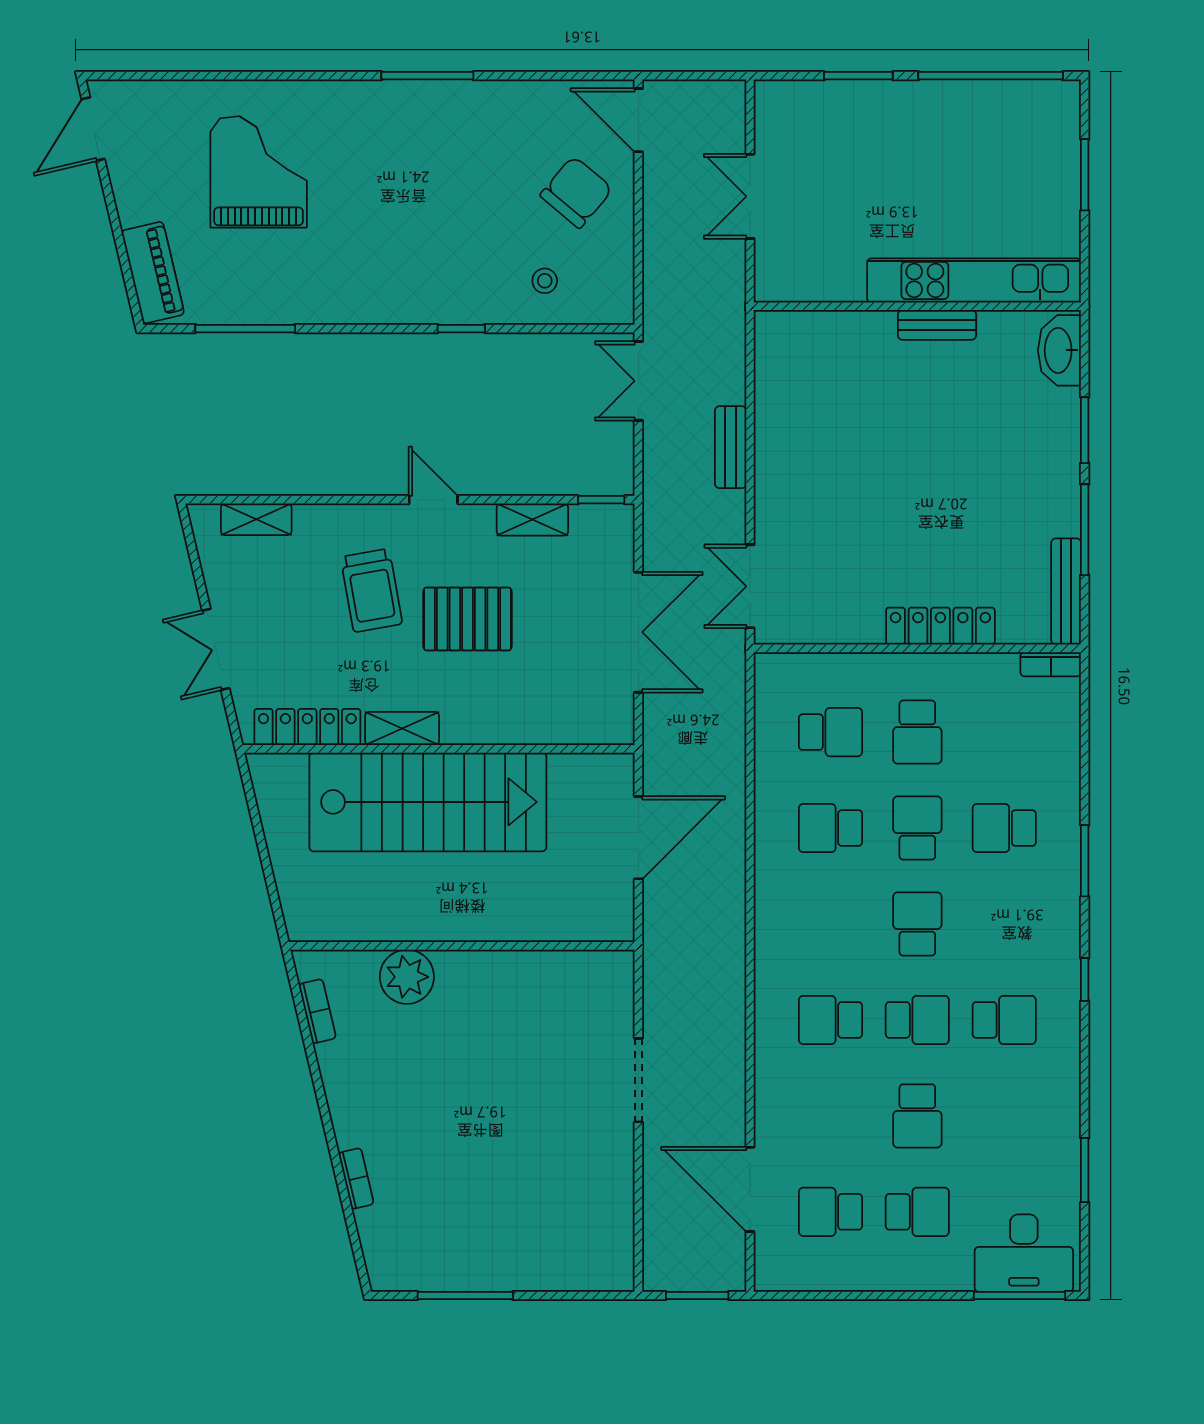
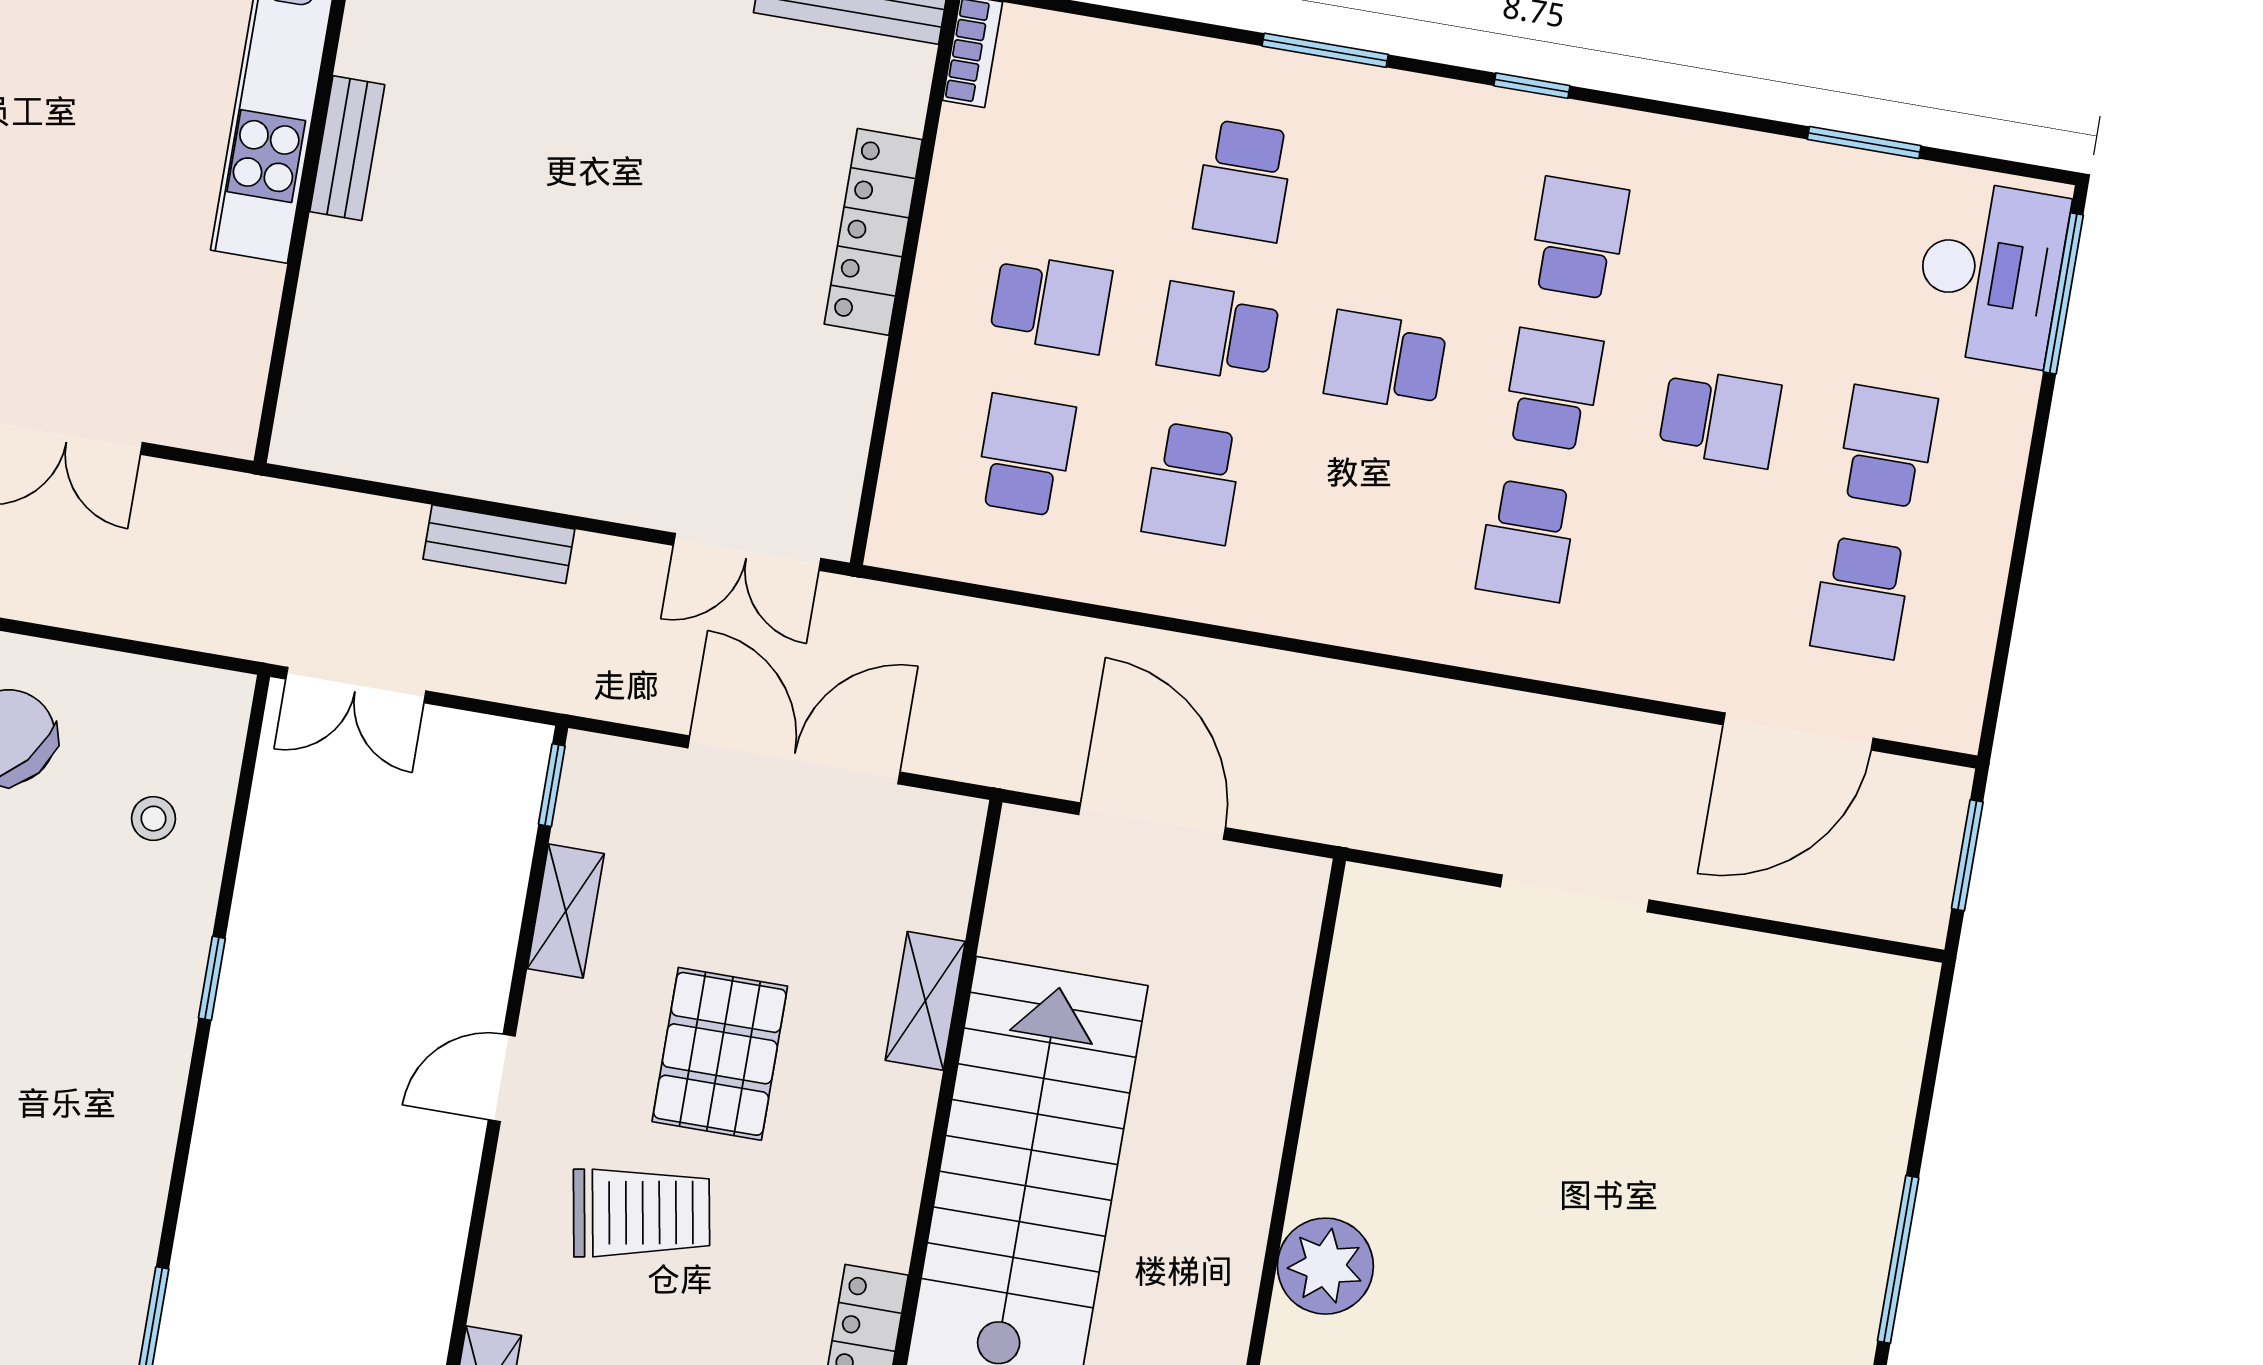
shelving: (402, 728) -> (925, 1001), moved

